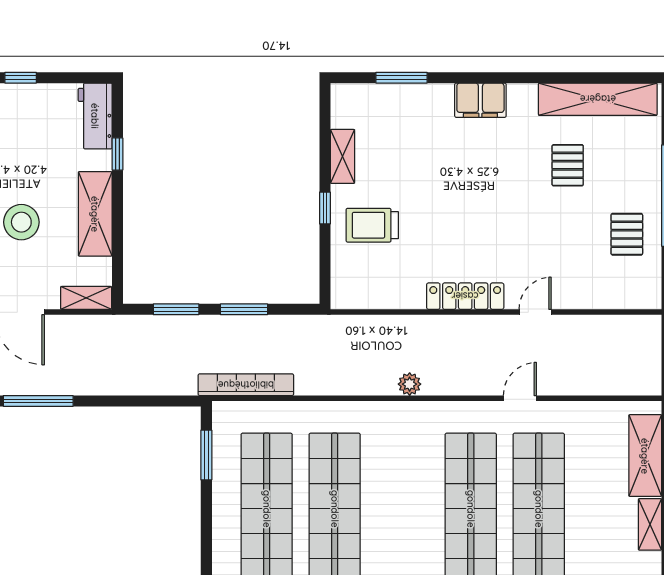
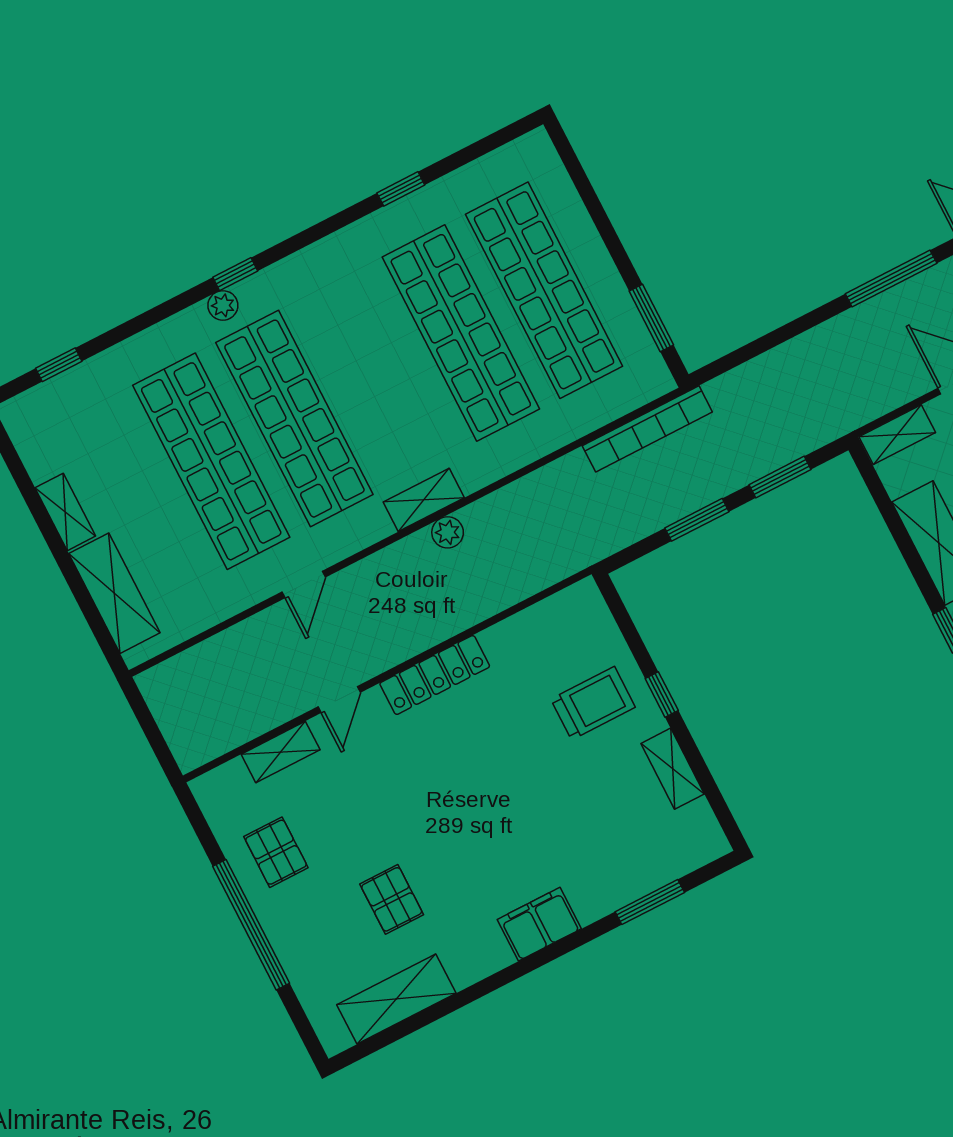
shelving: (598, 99) -> (396, 999), width x0.68
shelving: (591, 298) -> (281, 752), added
shelving: (414, 413) -> (424, 500), added

